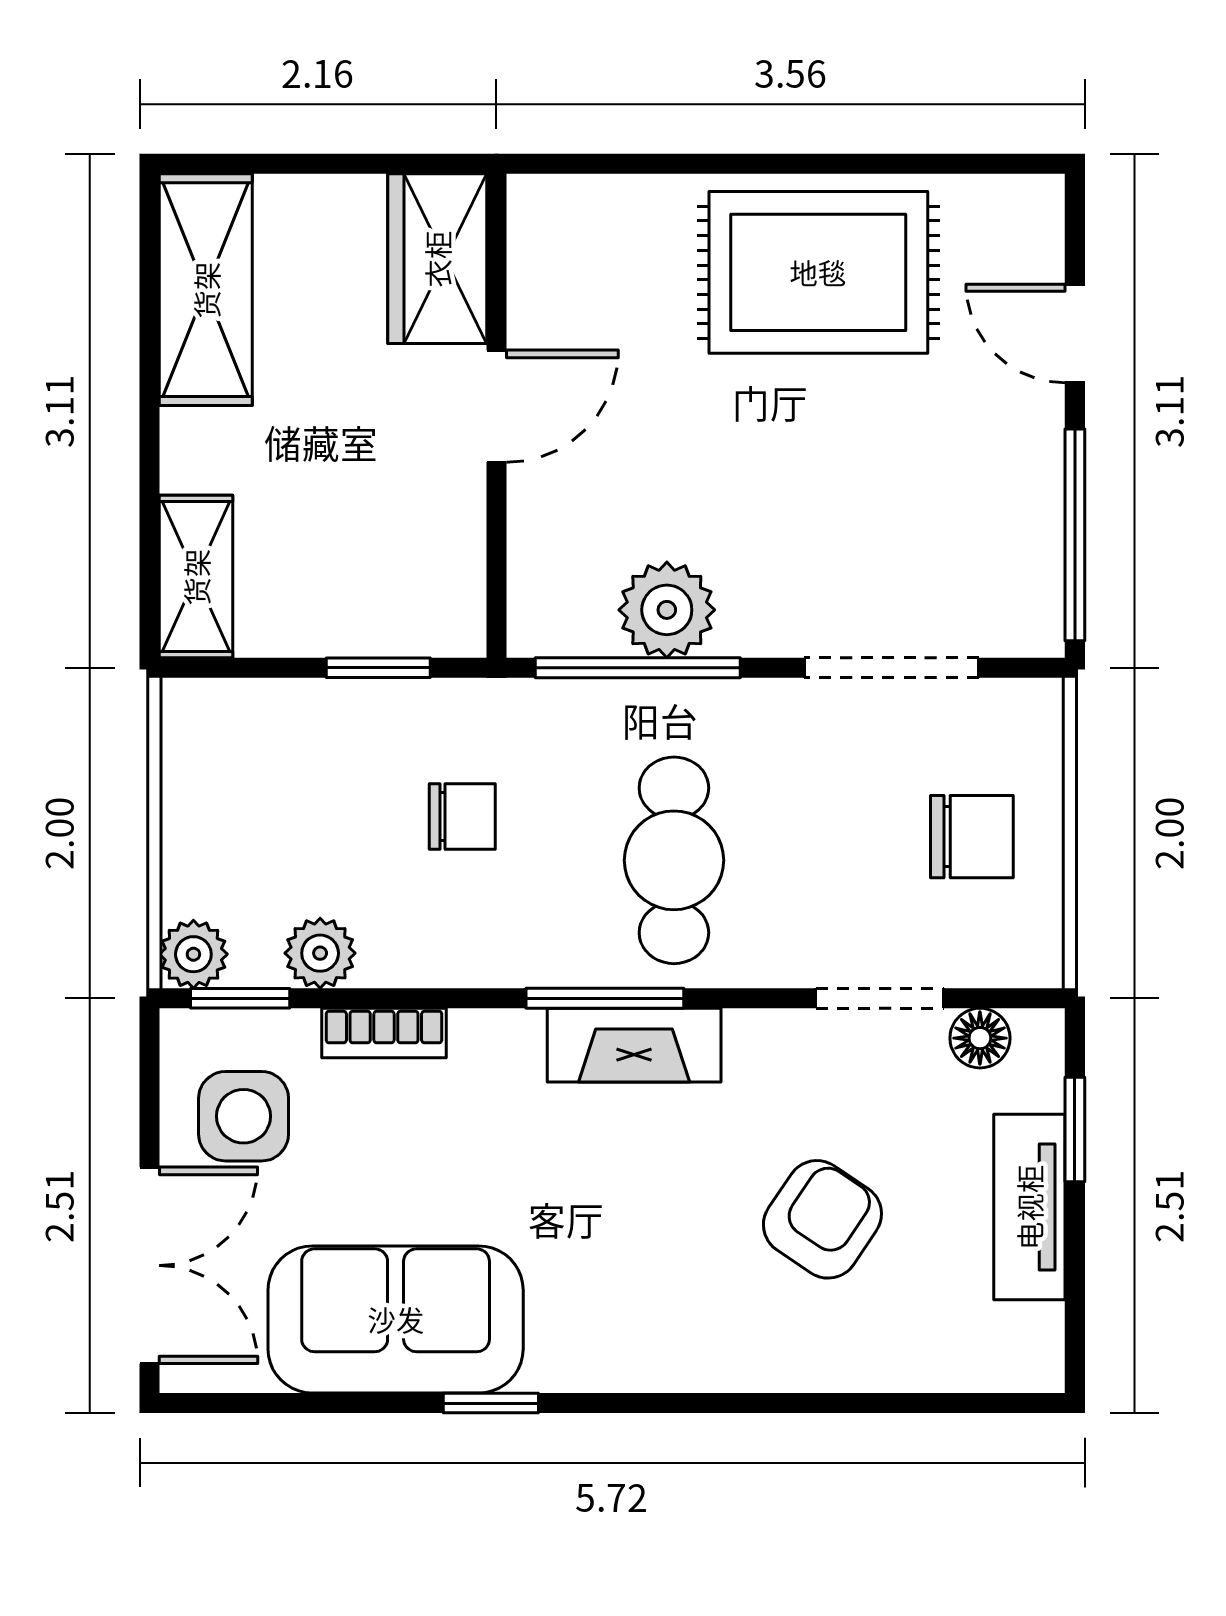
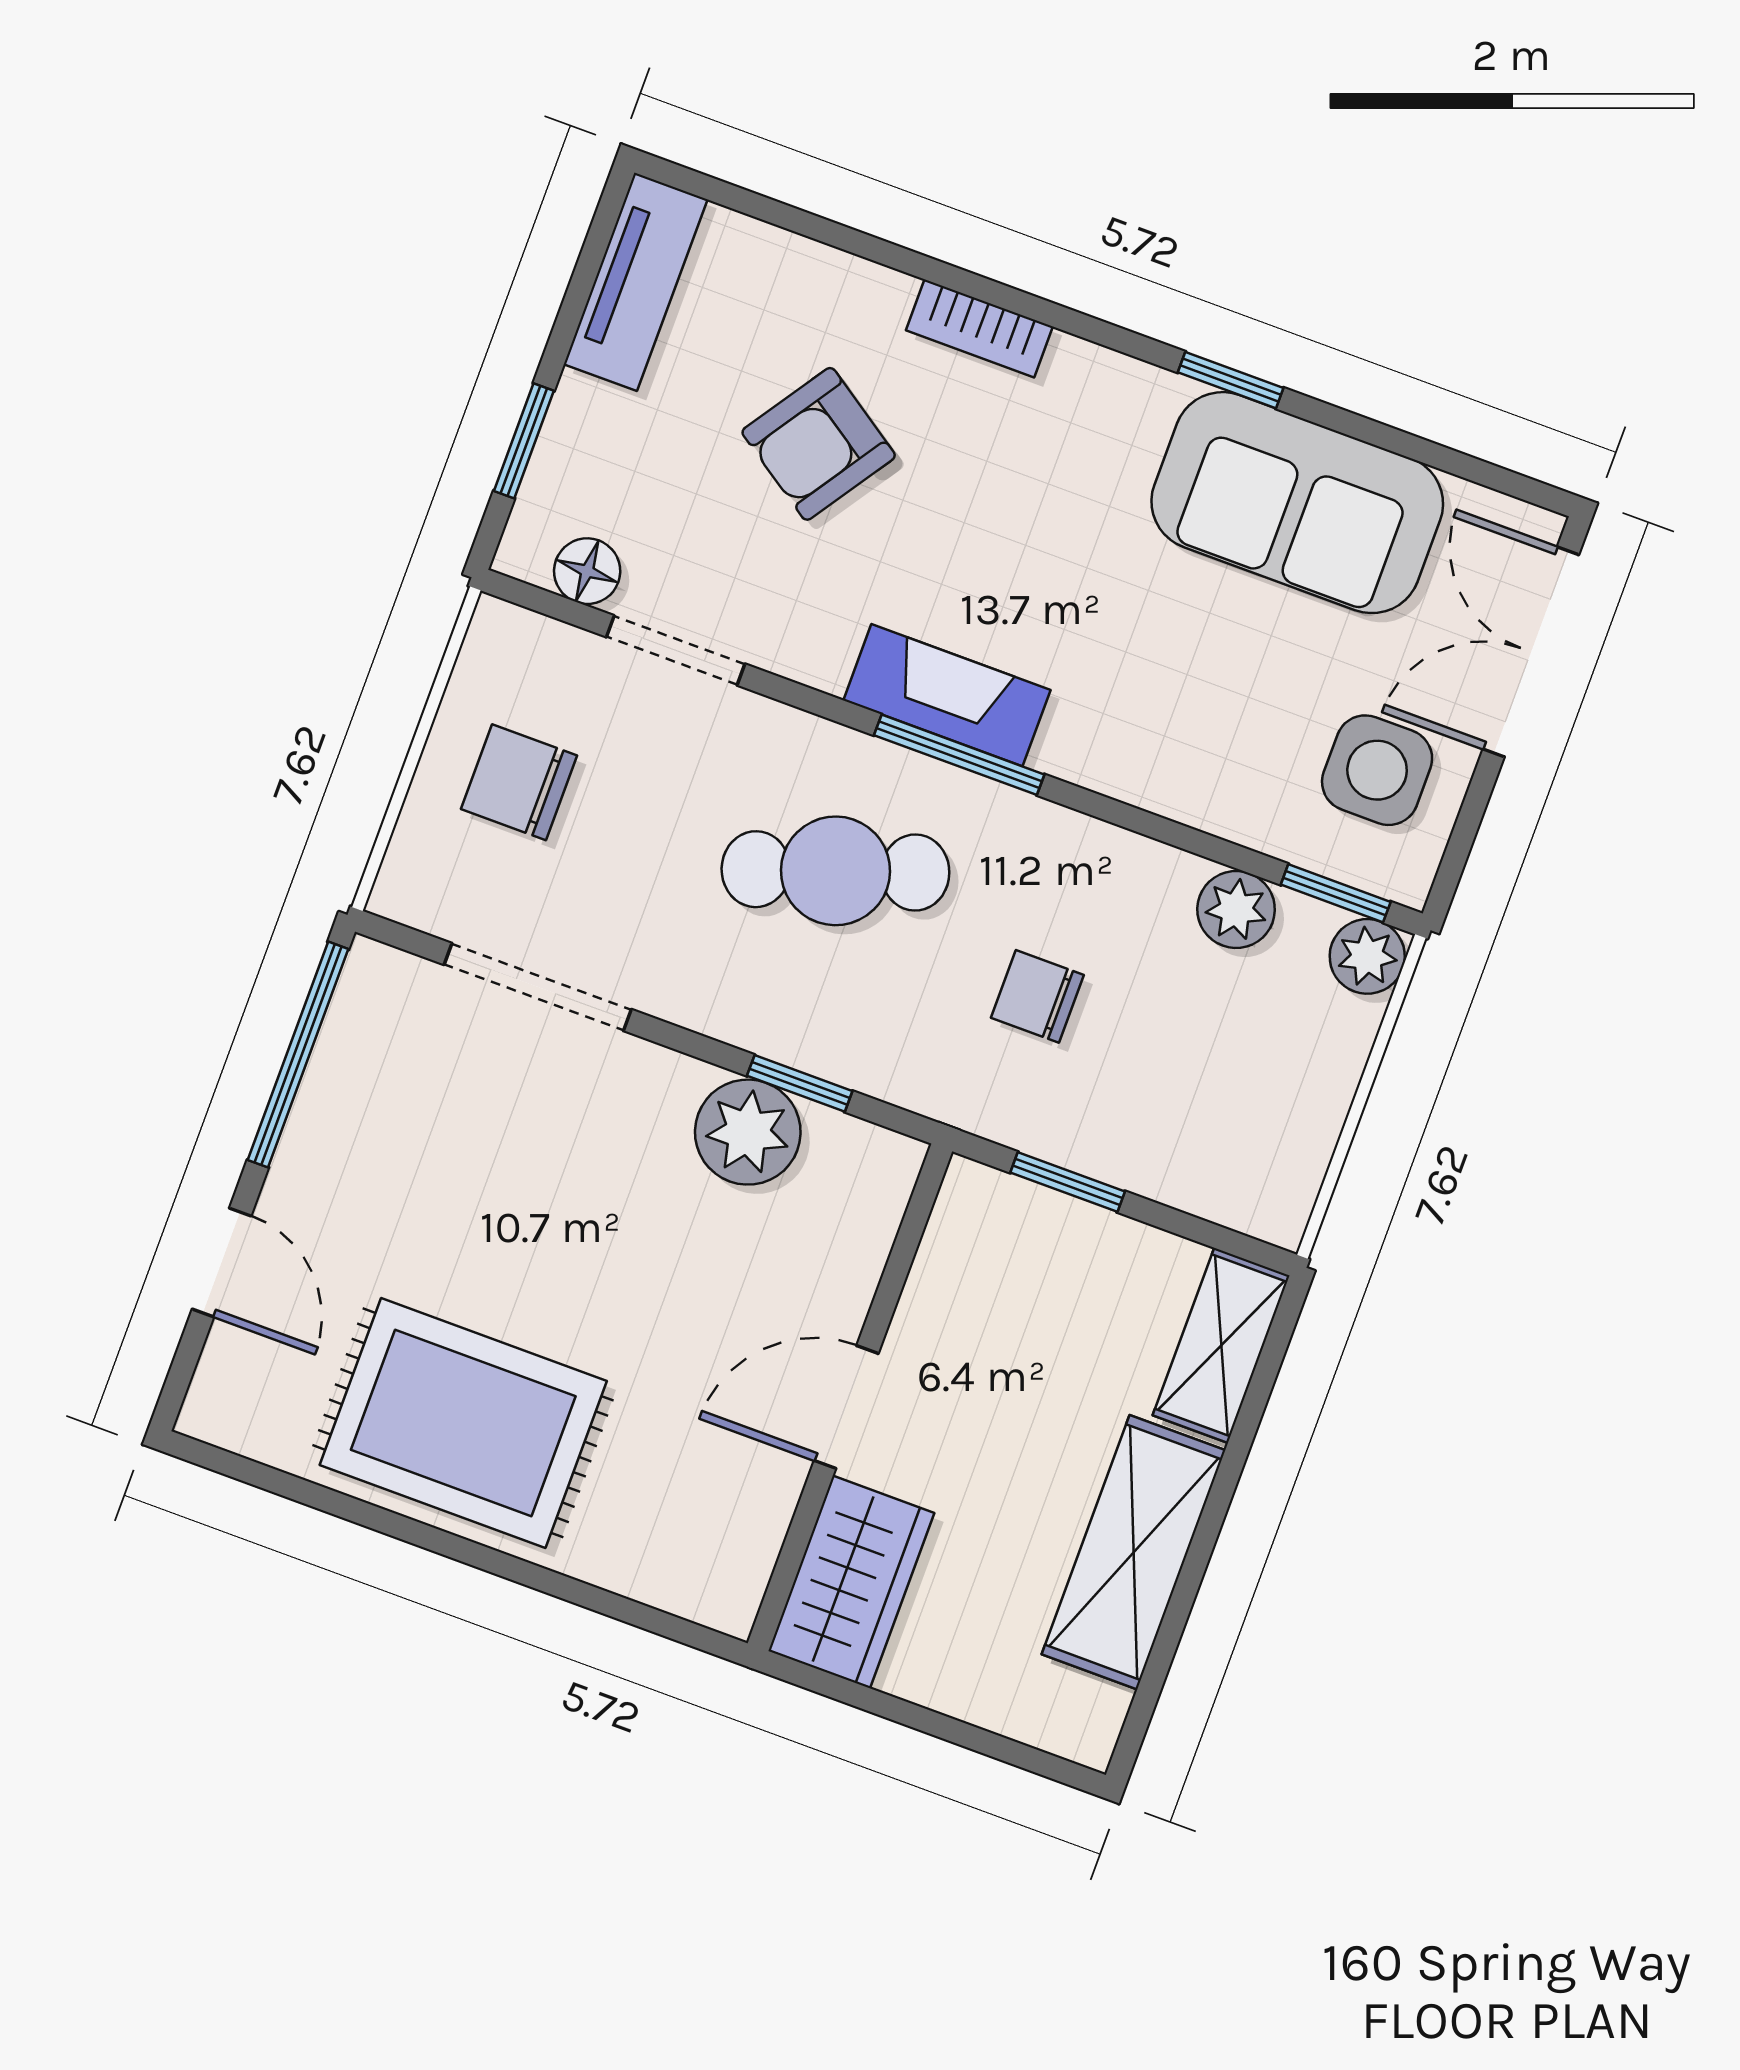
shelving: (206, 290) -> (1134, 1552), moved
window: (638, 668) -> (800, 1083), width x0.46
cafe table: (674, 860) -> (835, 871), turned 71
bookcase: (384, 1033) -> (979, 328), moved, turned 180
tv unit: (1029, 1207) -> (636, 282), moved

